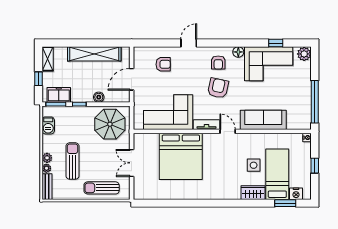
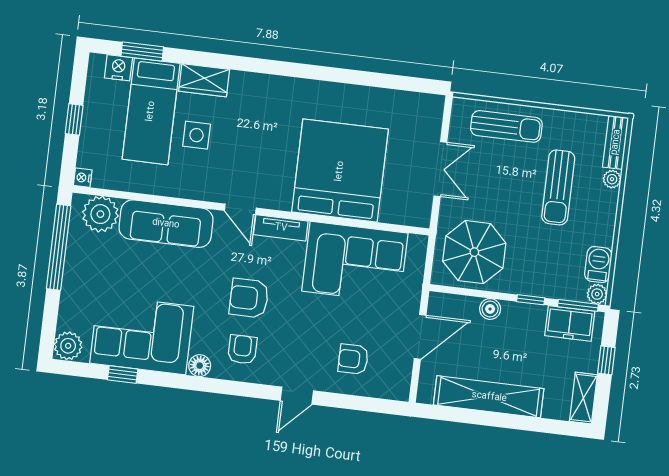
armchair: (218, 88) -> (249, 298), turned 78
plant: (296, 121) -> (100, 214), added
plant: (47, 158) -> (597, 294), moved

